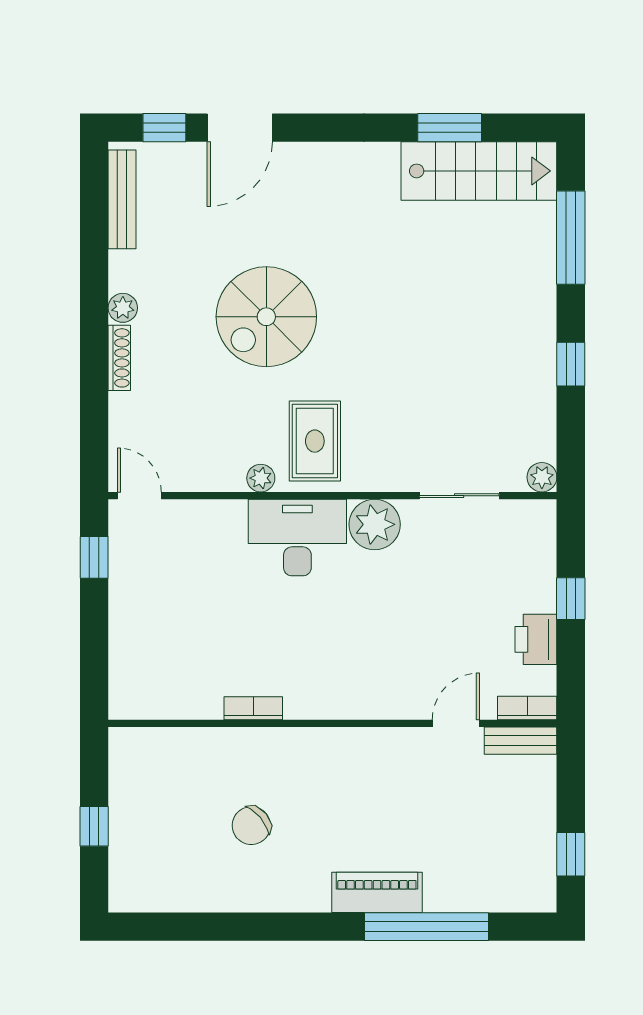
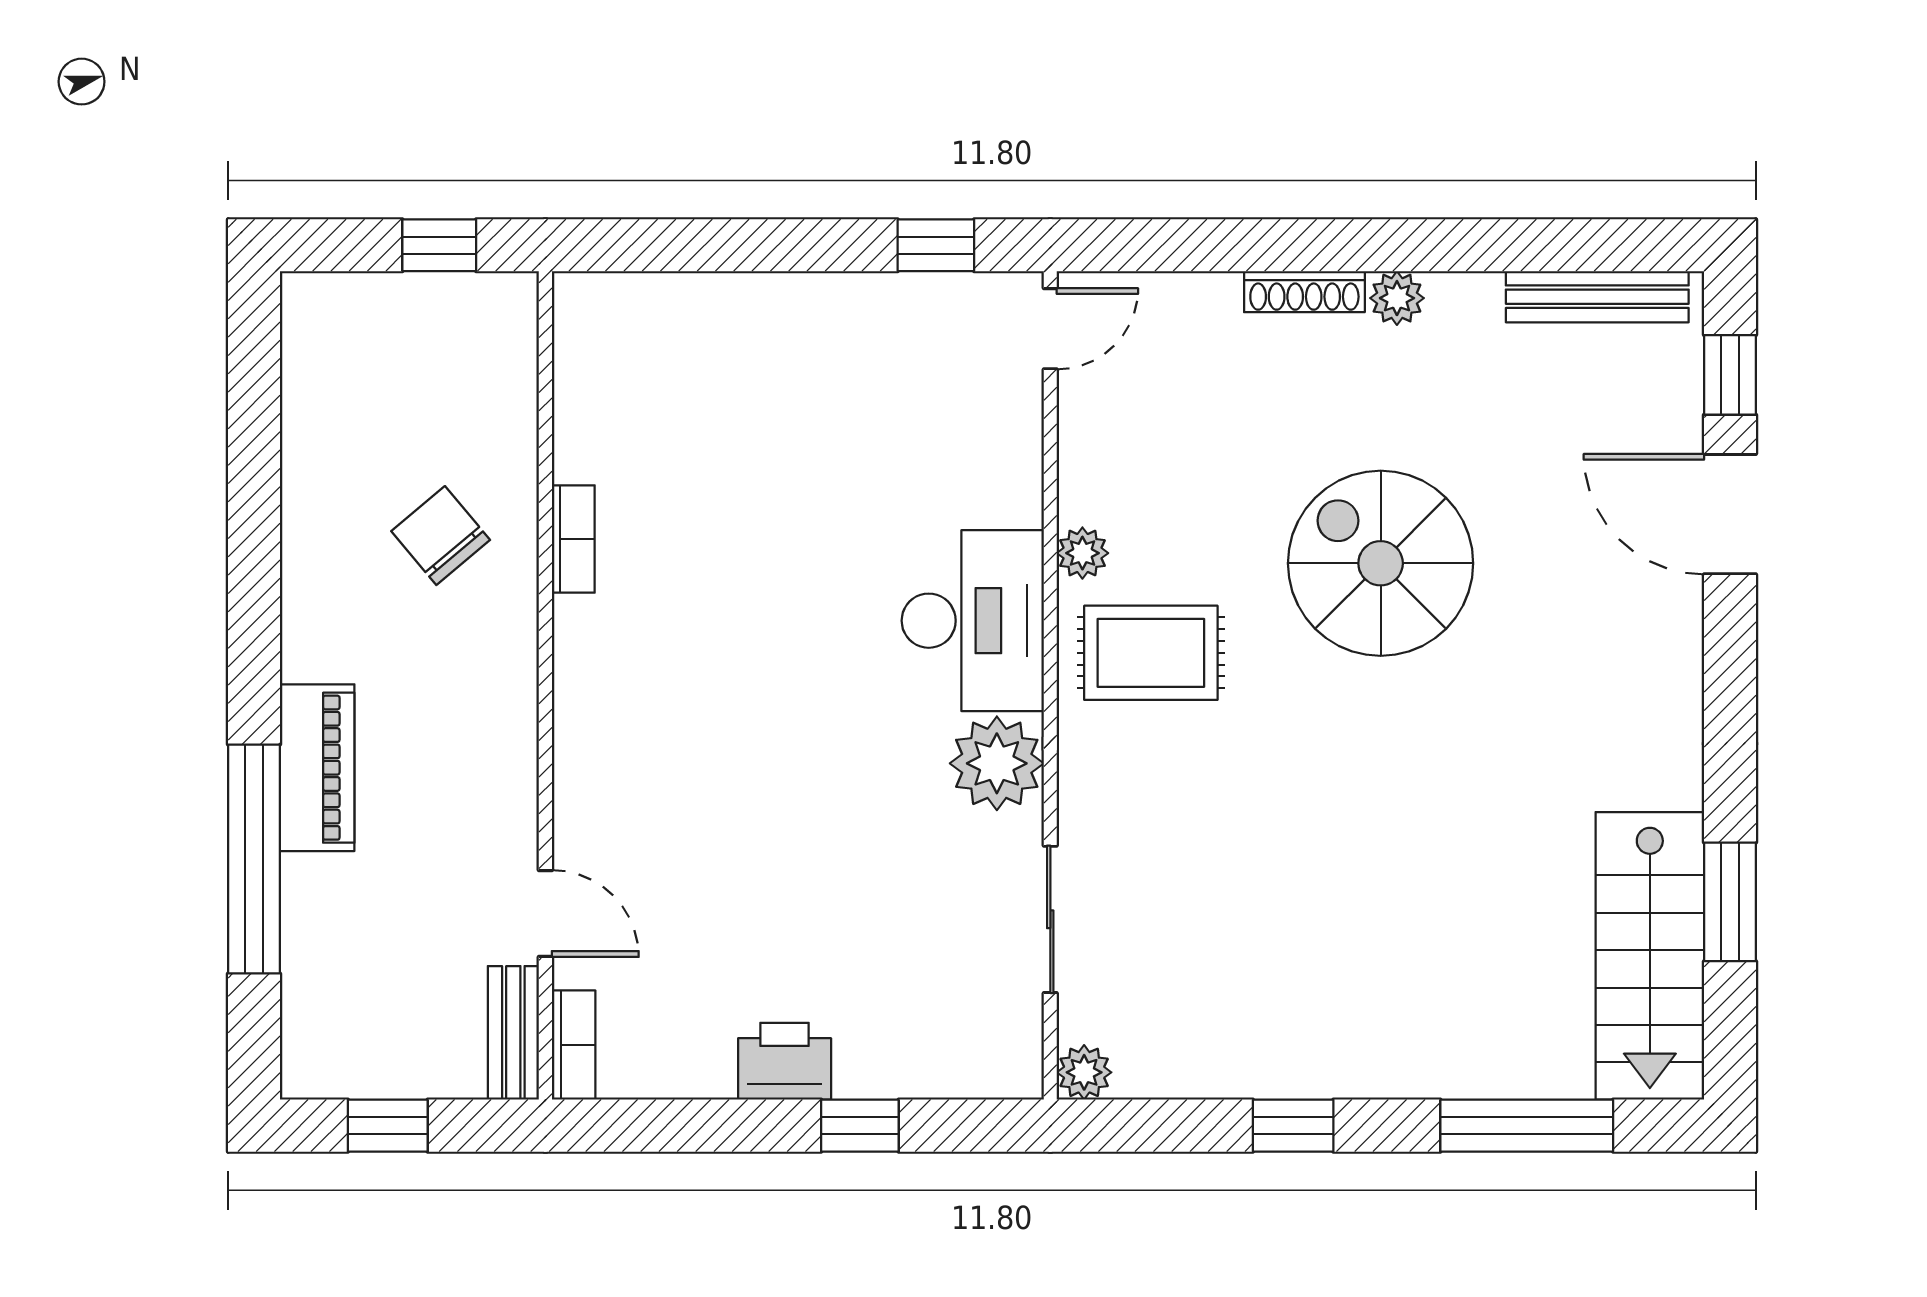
bookcase: (253, 708) -> (573, 539), moved
bookcase: (527, 708) -> (574, 1045), moved
wall: (332, 723) -> (545, 685), moved
door: (456, 723) -> (545, 913), moved
bench: (521, 741) -> (513, 1033), moved

